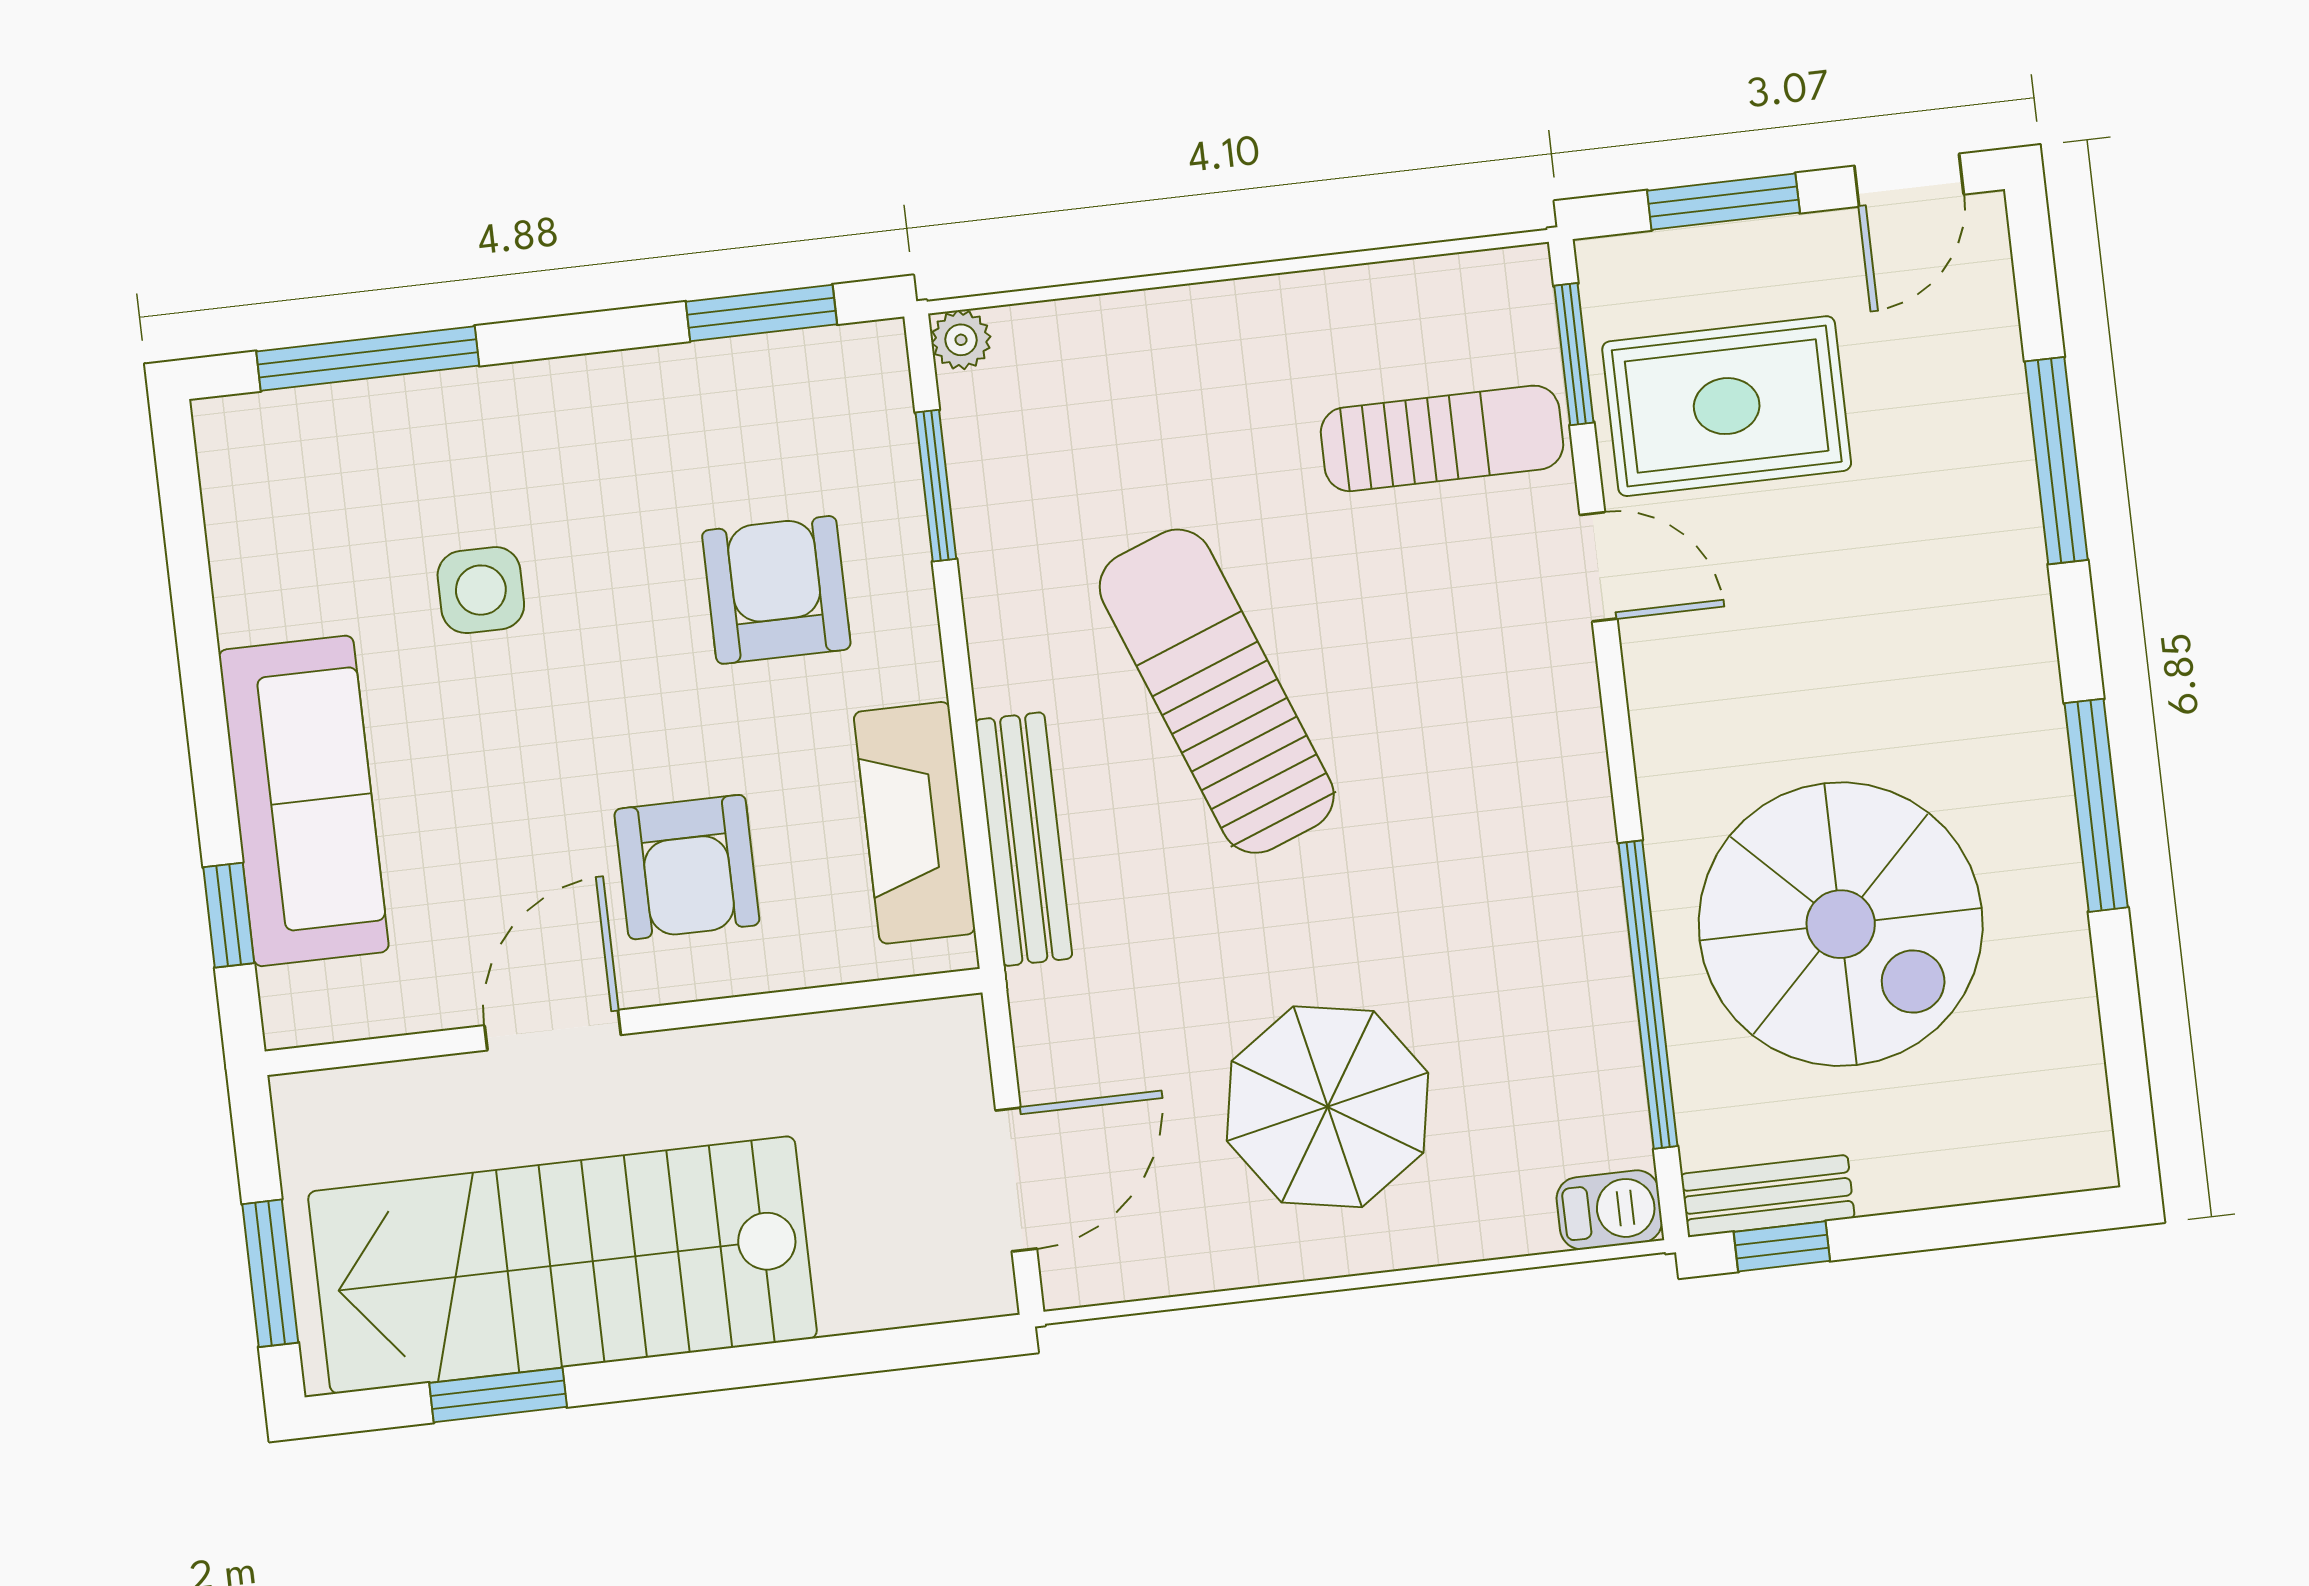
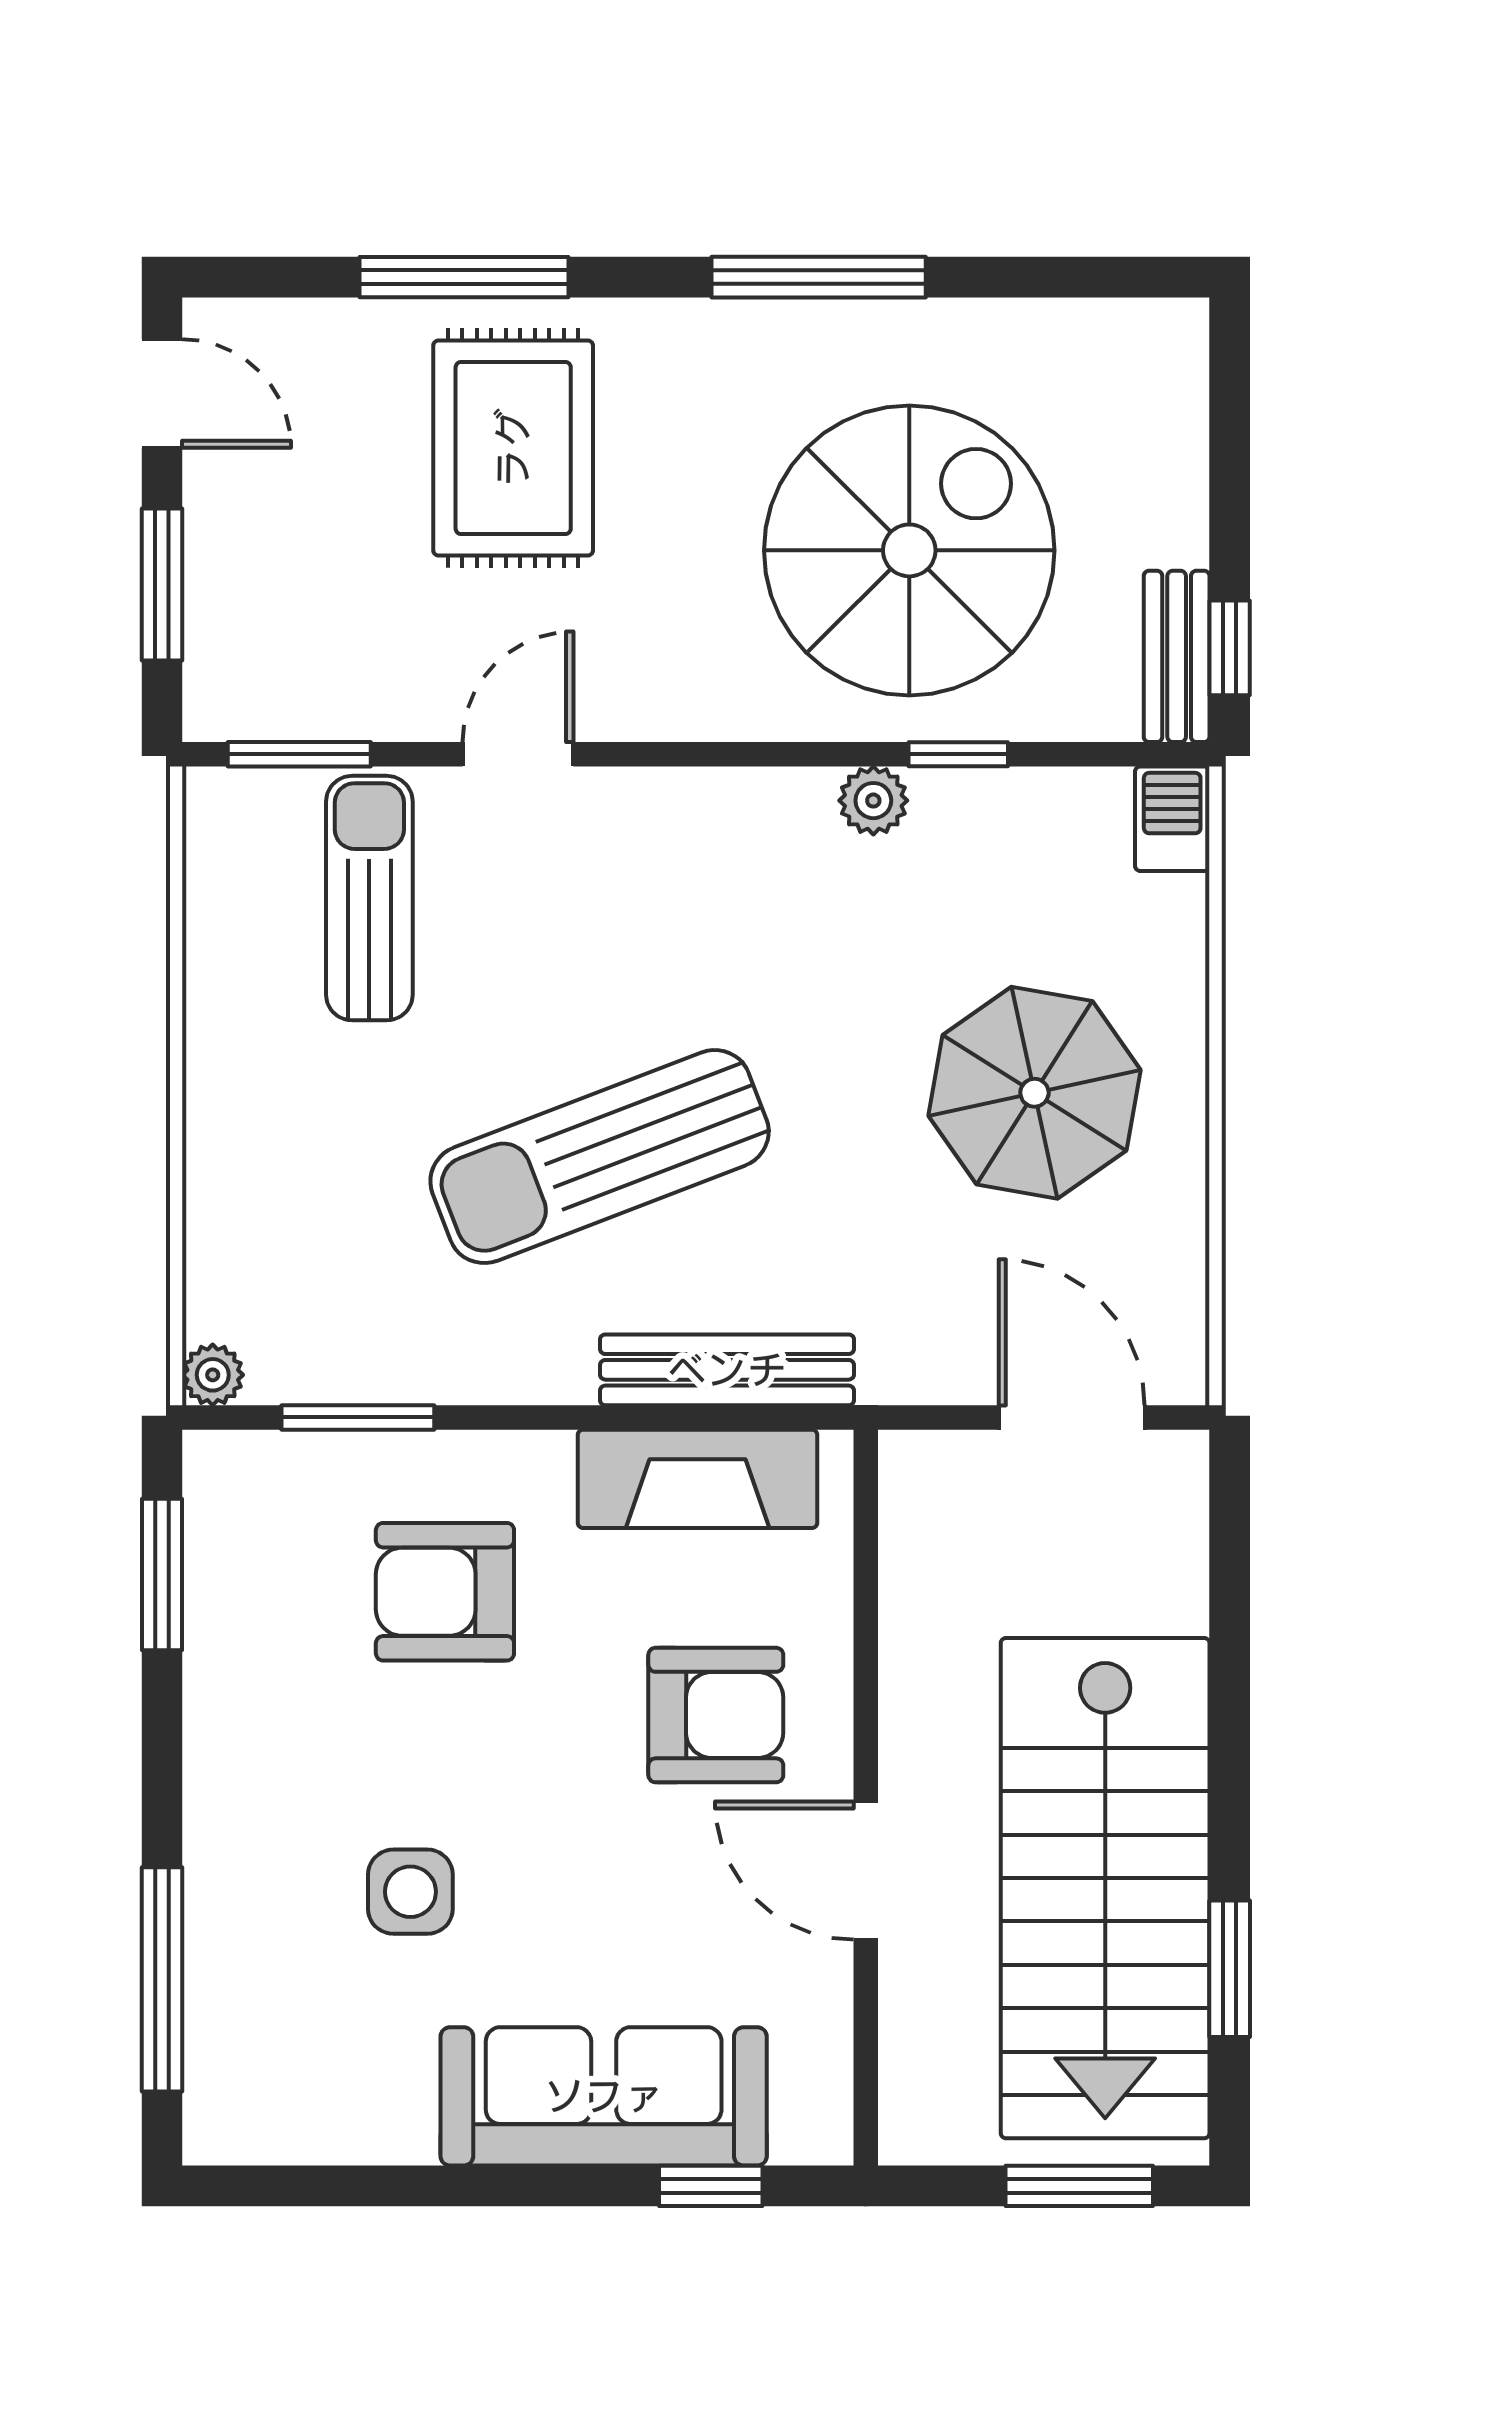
rug: (1727, 406) -> (513, 448), moved
plant: (1593, 917) -> (873, 801), added
window: (1648, 995) -> (958, 754), width x0.32

